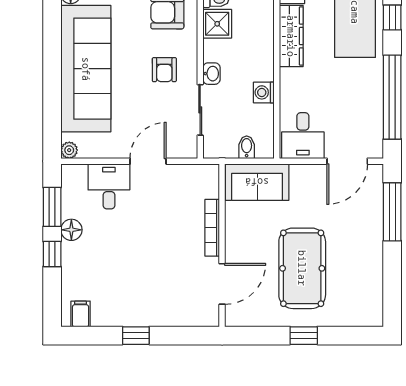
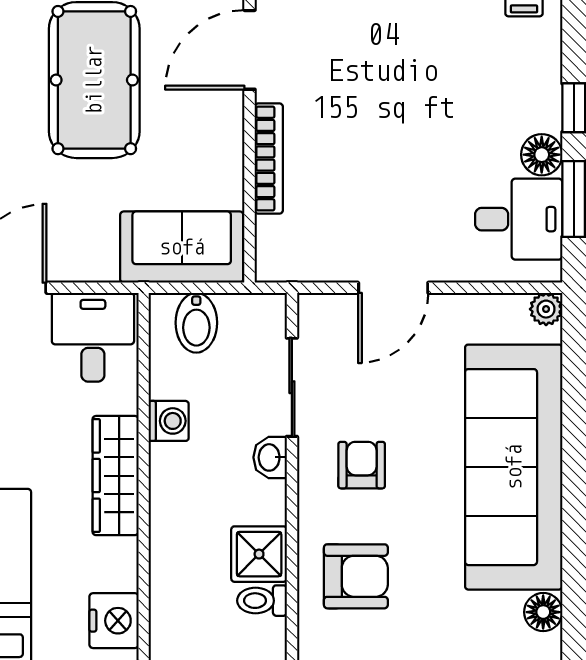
wardrobe: (291, 36) -> (116, 476), moved
bidet: (247, 147) -> (196, 323), width x1.38, depth x1.36
desk: (109, 186) -> (519, 219), moved, turned -90

